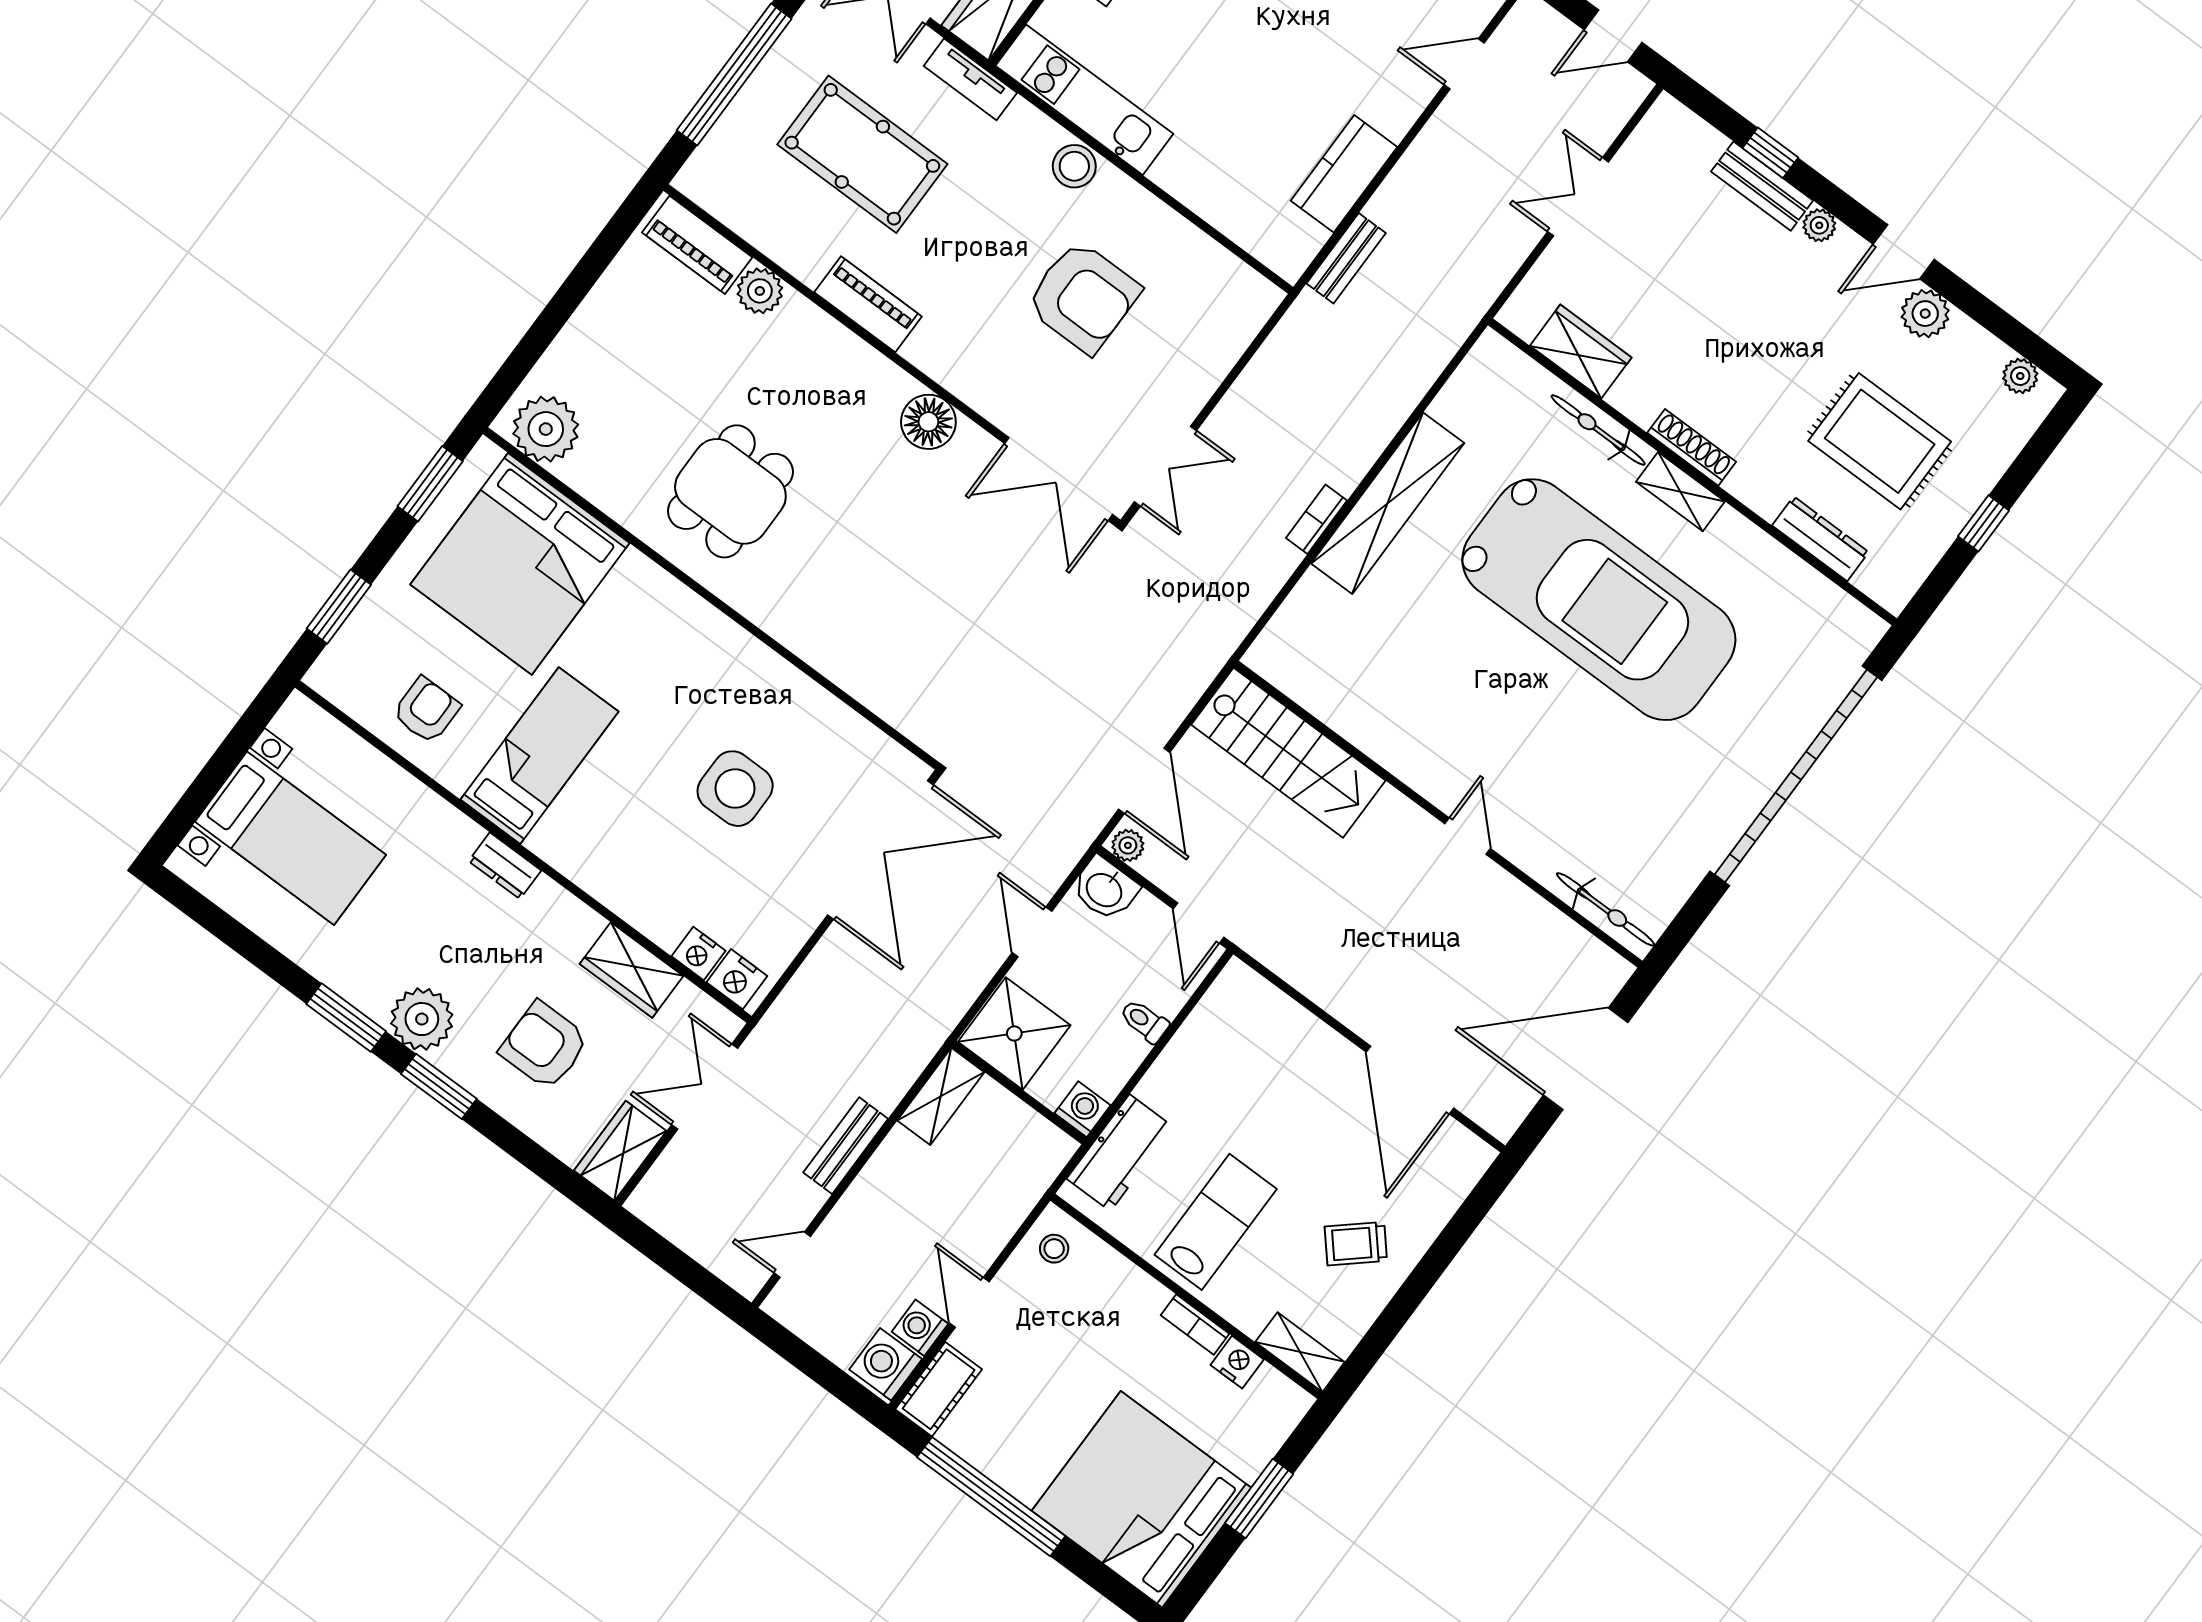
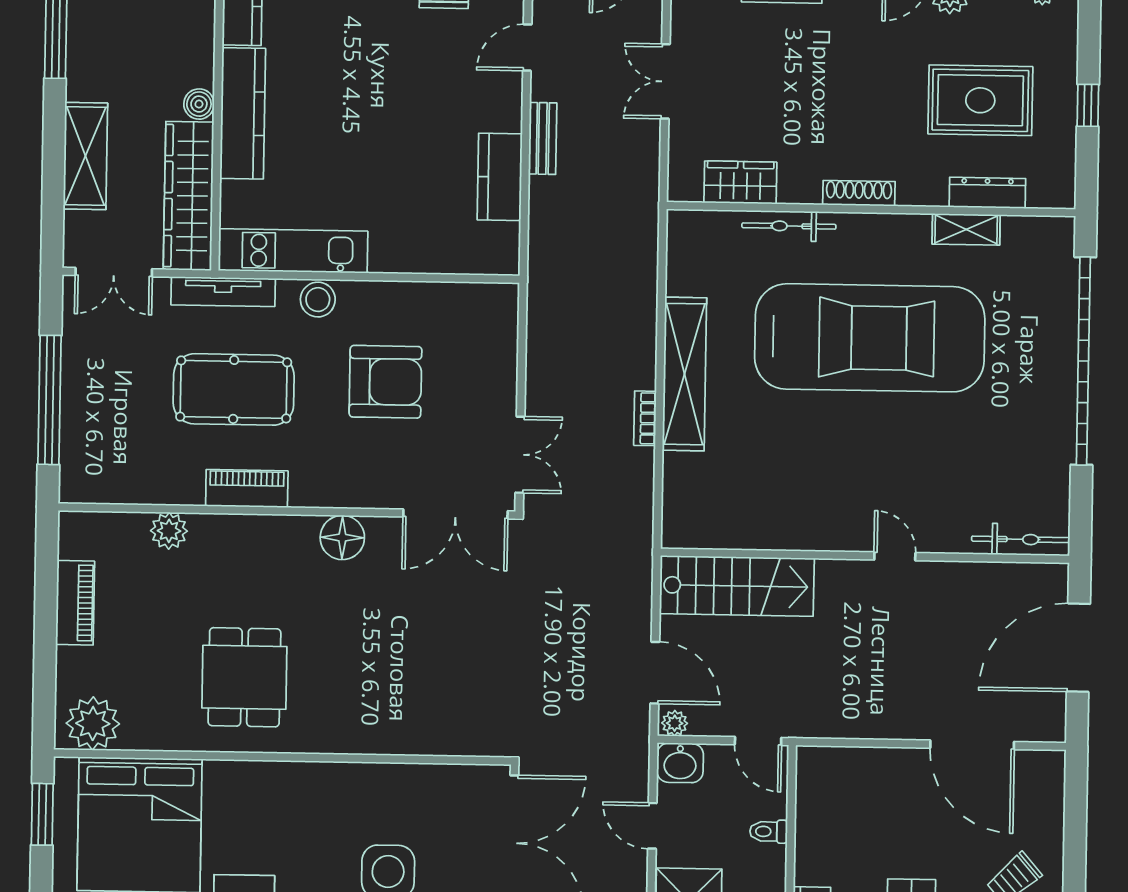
tv unit: (970, 79) -> (223, 292), width x1.41
pool table: (862, 154) -> (234, 389), moved
piano: (697, 245) -> (75, 603), moved, turned -90
bench: (1346, 258) -> (543, 138), moved
shelving: (1680, 492) -> (966, 229), moved

